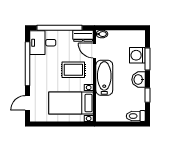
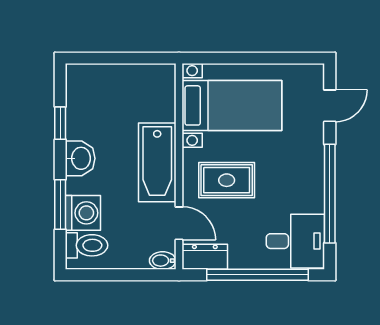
toilet: (136, 116) -> (86, 245), moved

